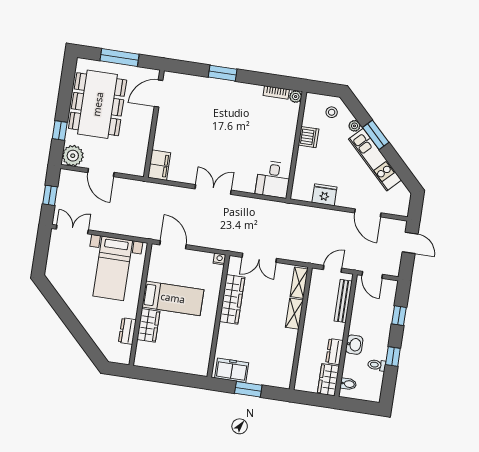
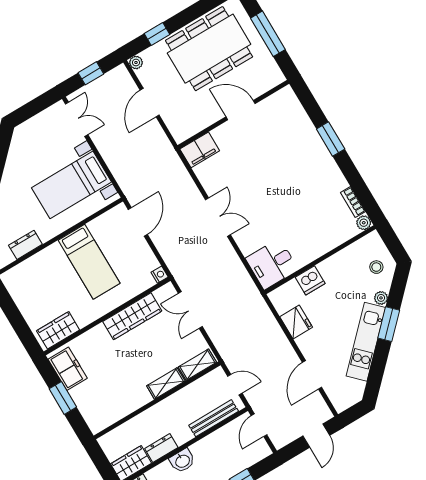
door: (159, 93) -> (241, 110), moved
dishwasher: (308, 137) -> (310, 280), moved
plant: (73, 156) -> (136, 62), width x0.53, depth x0.53
wardrobe: (148, 325) -> (58, 330), moved, turned 180

